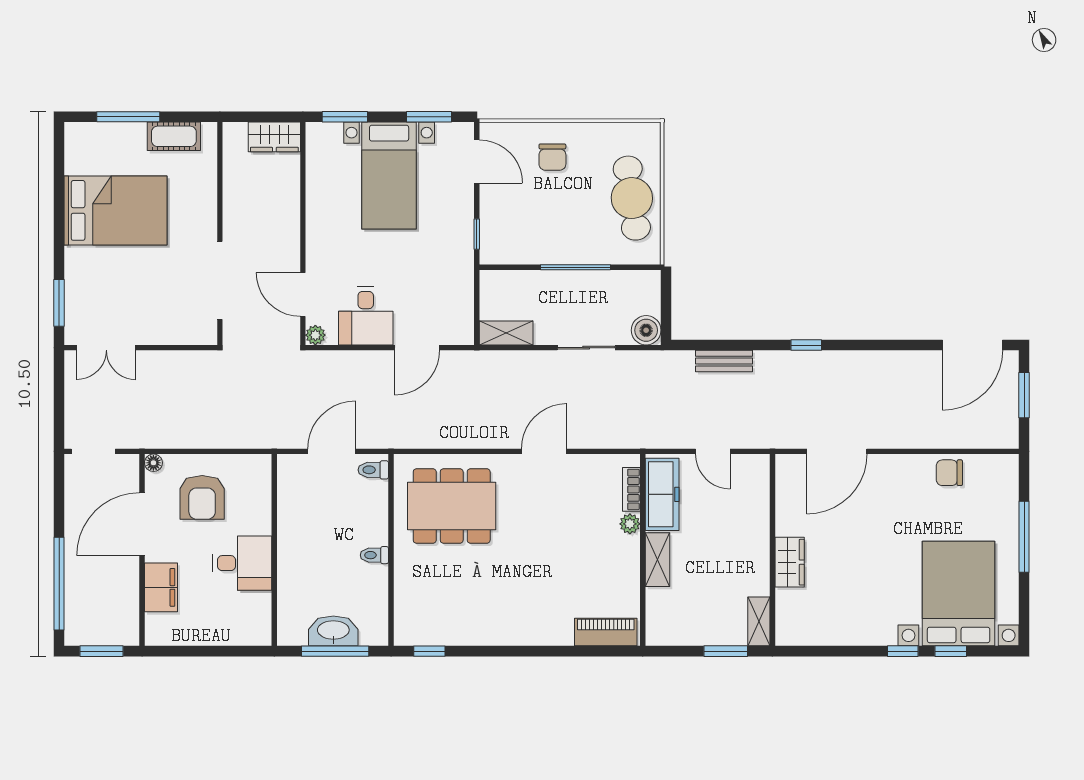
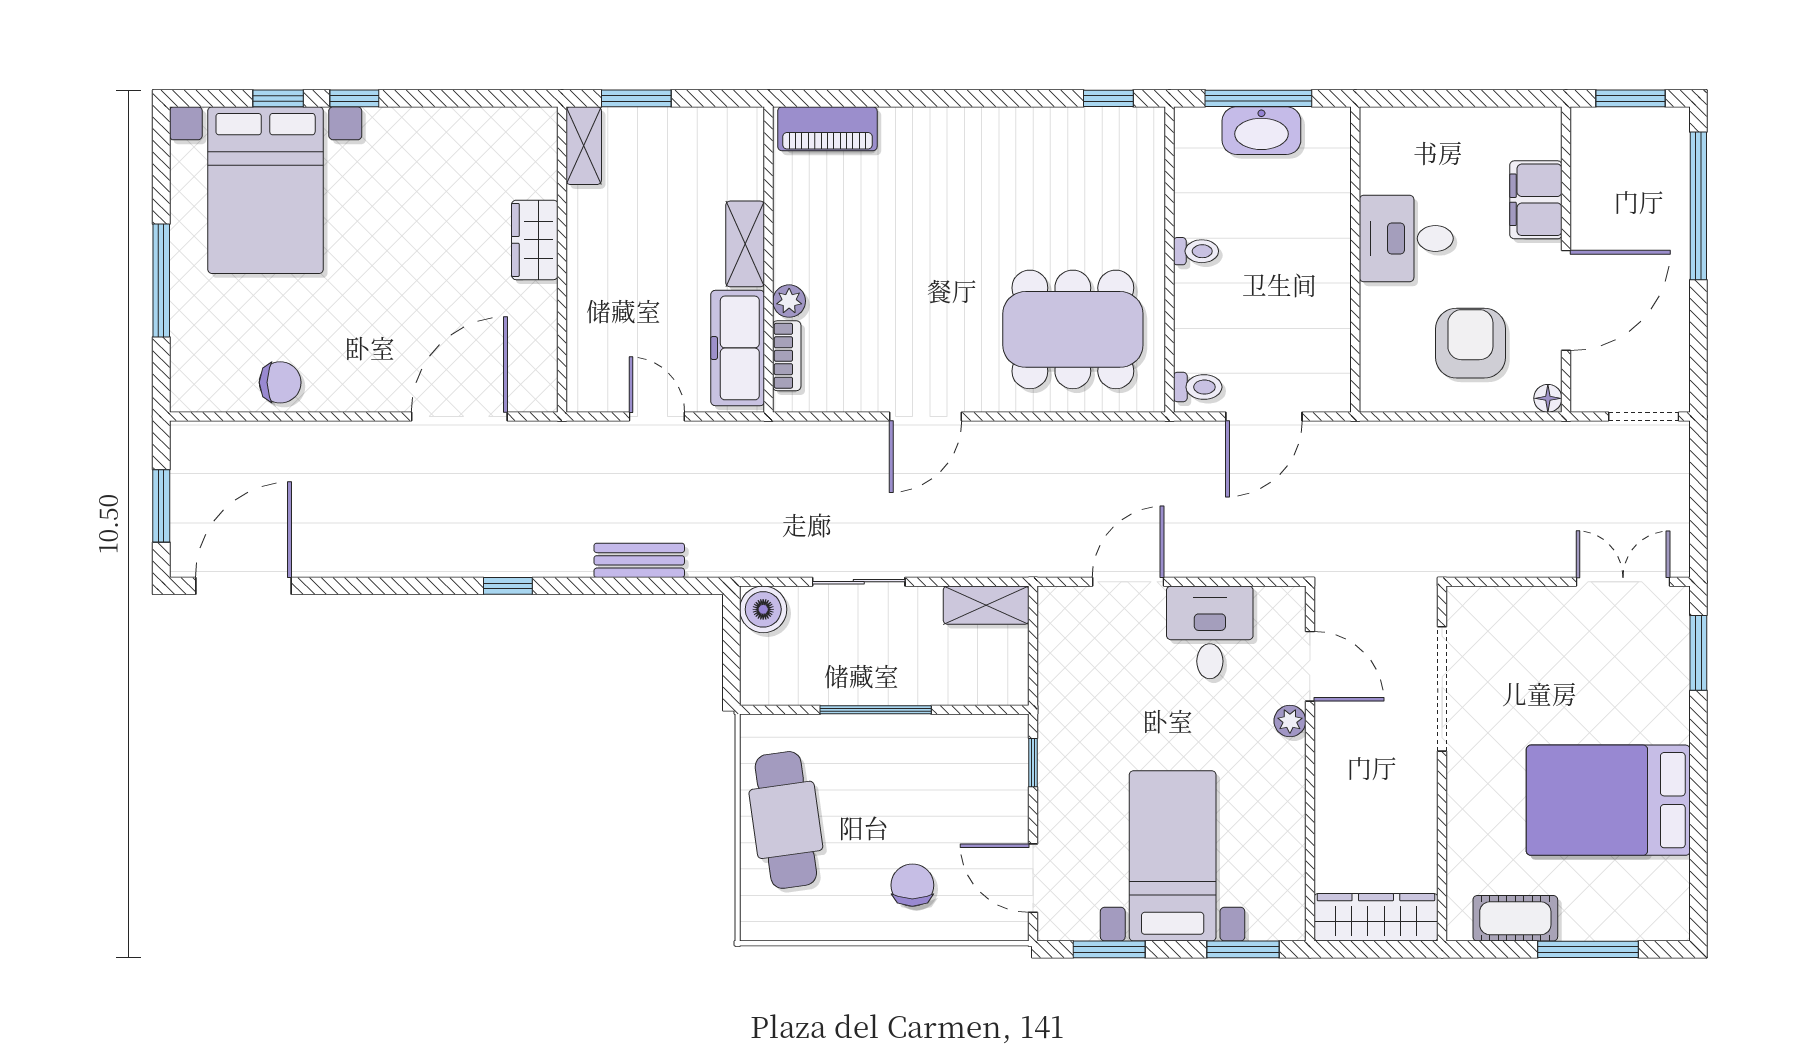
wardrobe: (274, 137) -> (1376, 917), width x1.50
plant: (315, 335) -> (1290, 721), moved

